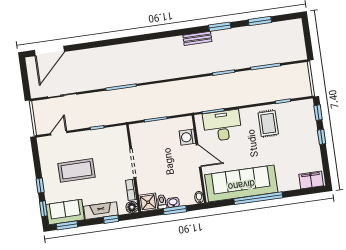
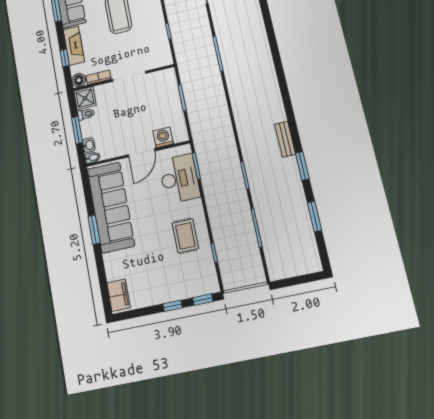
rug: (268, 123) -> (185, 236), turned 90
window: (258, 198) -> (94, 230), width x0.47
washbasin: (173, 202) -> (89, 145), moved

